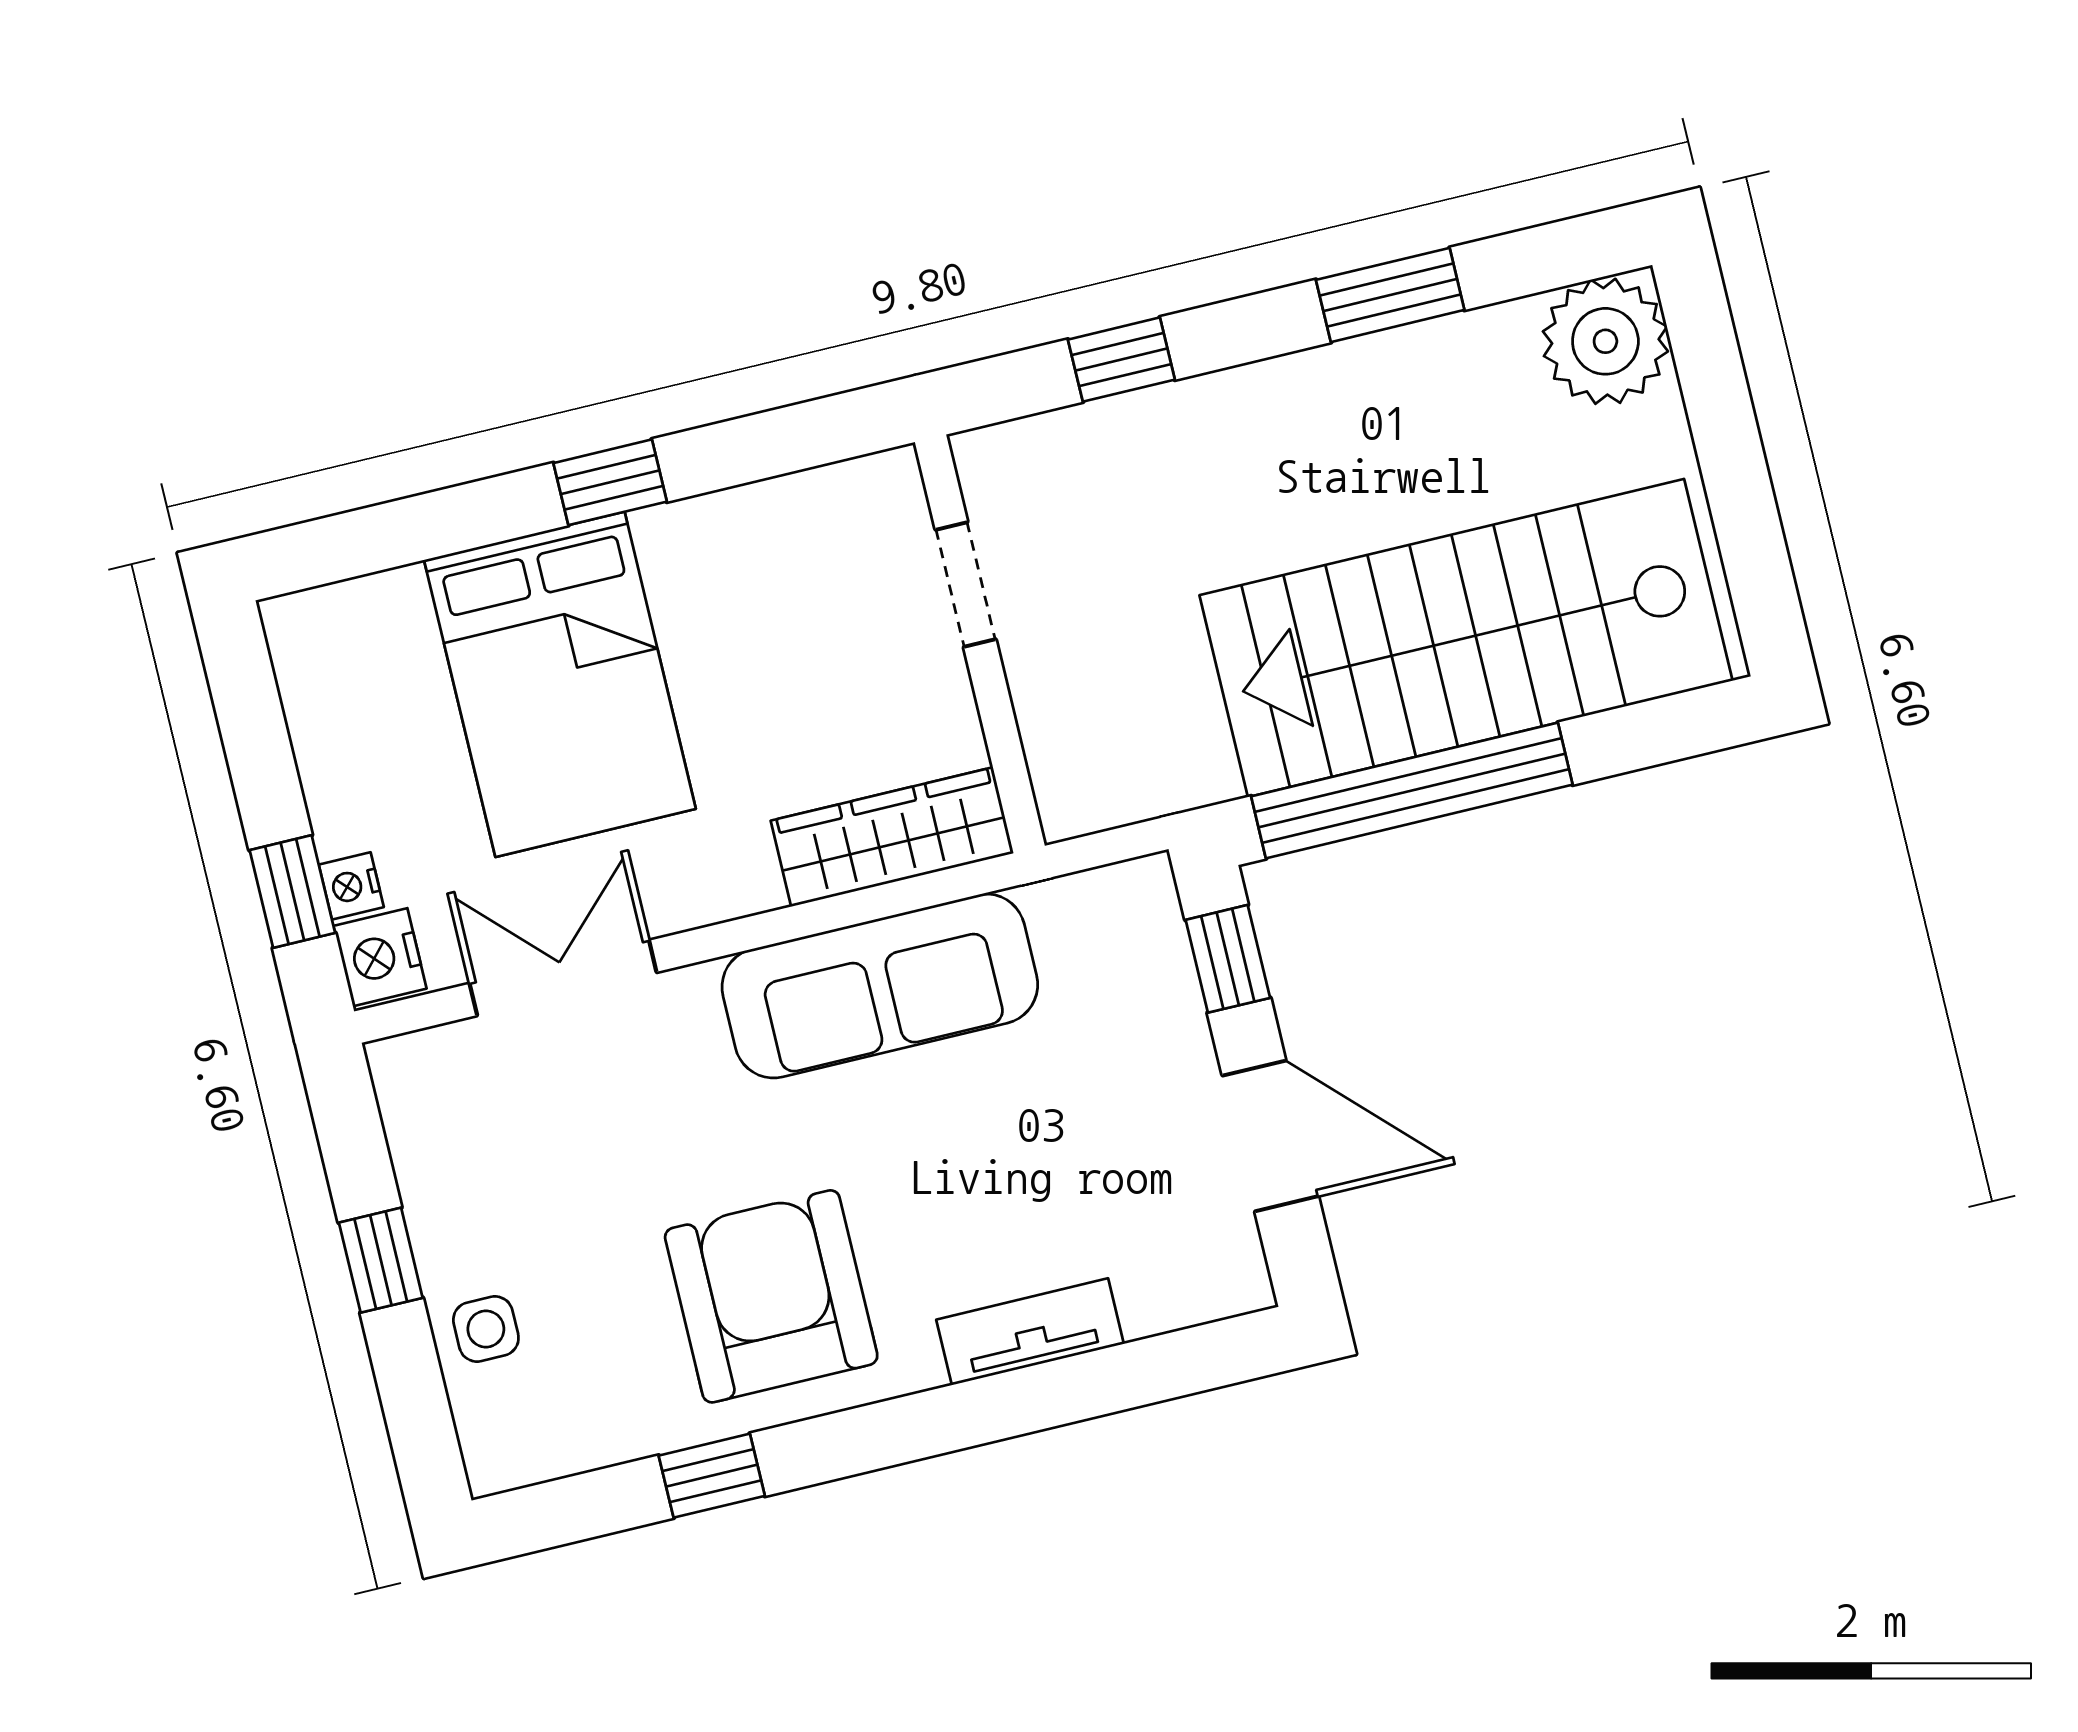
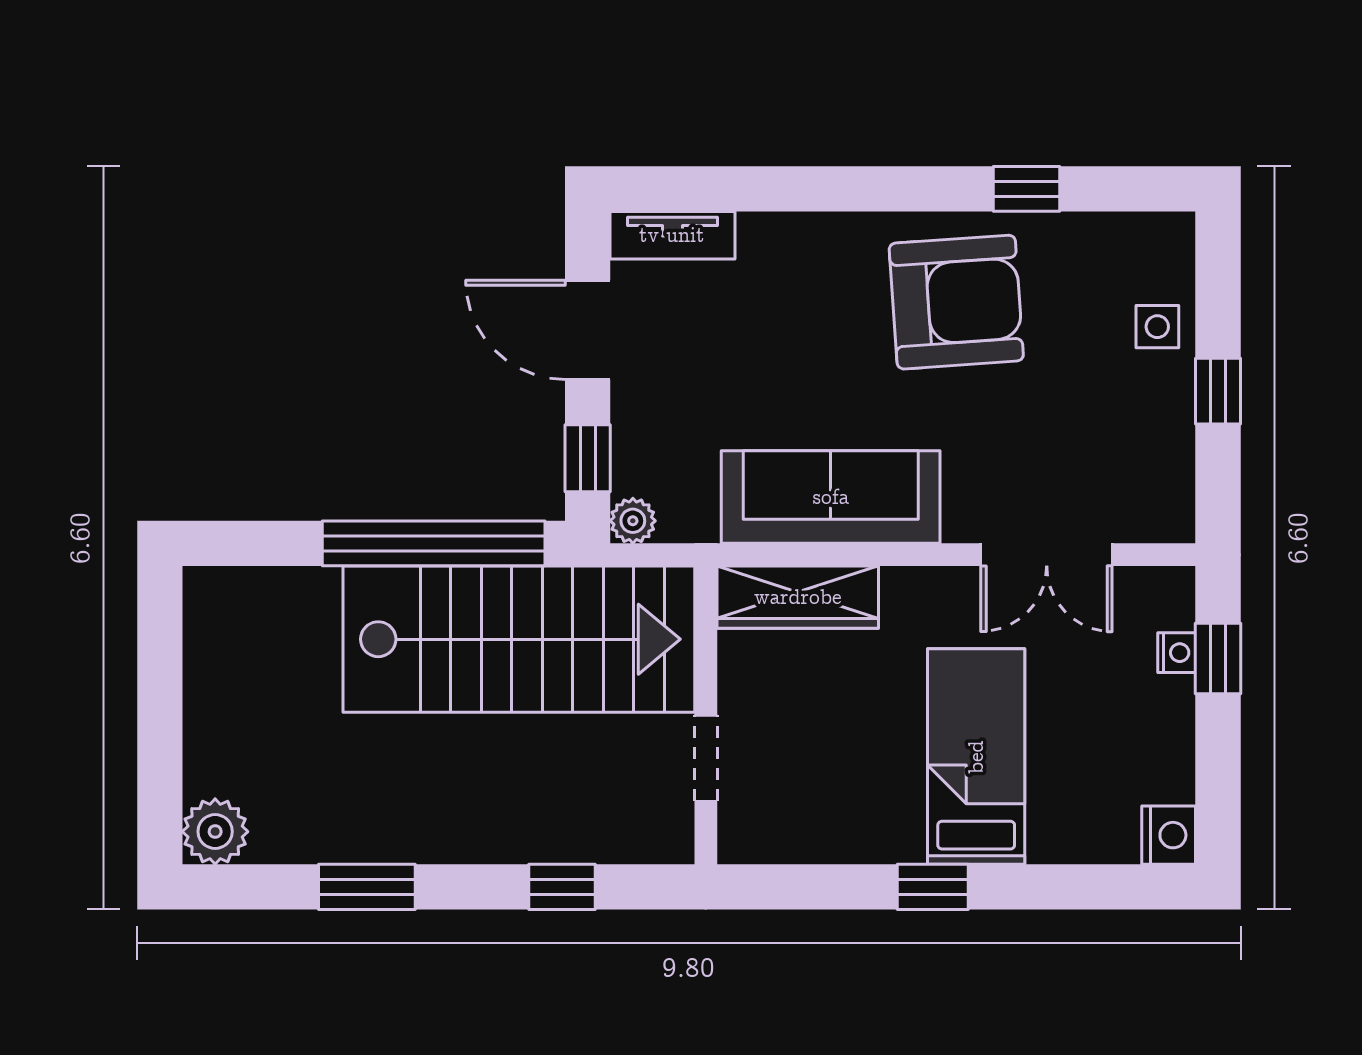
plant: (1605, 341) -> (215, 832), width x0.73, depth x0.73
stairs: (1466, 638) -> (519, 639), moved
bed: (560, 684) -> (976, 757), width x0.67
plant: (1145, 888) -> (633, 521), added
nightstand: (380, 957) -> (1169, 835), moved
armchair: (771, 1296) -> (956, 302), turned -94
tv unit: (1030, 1332) -> (672, 235), moved

